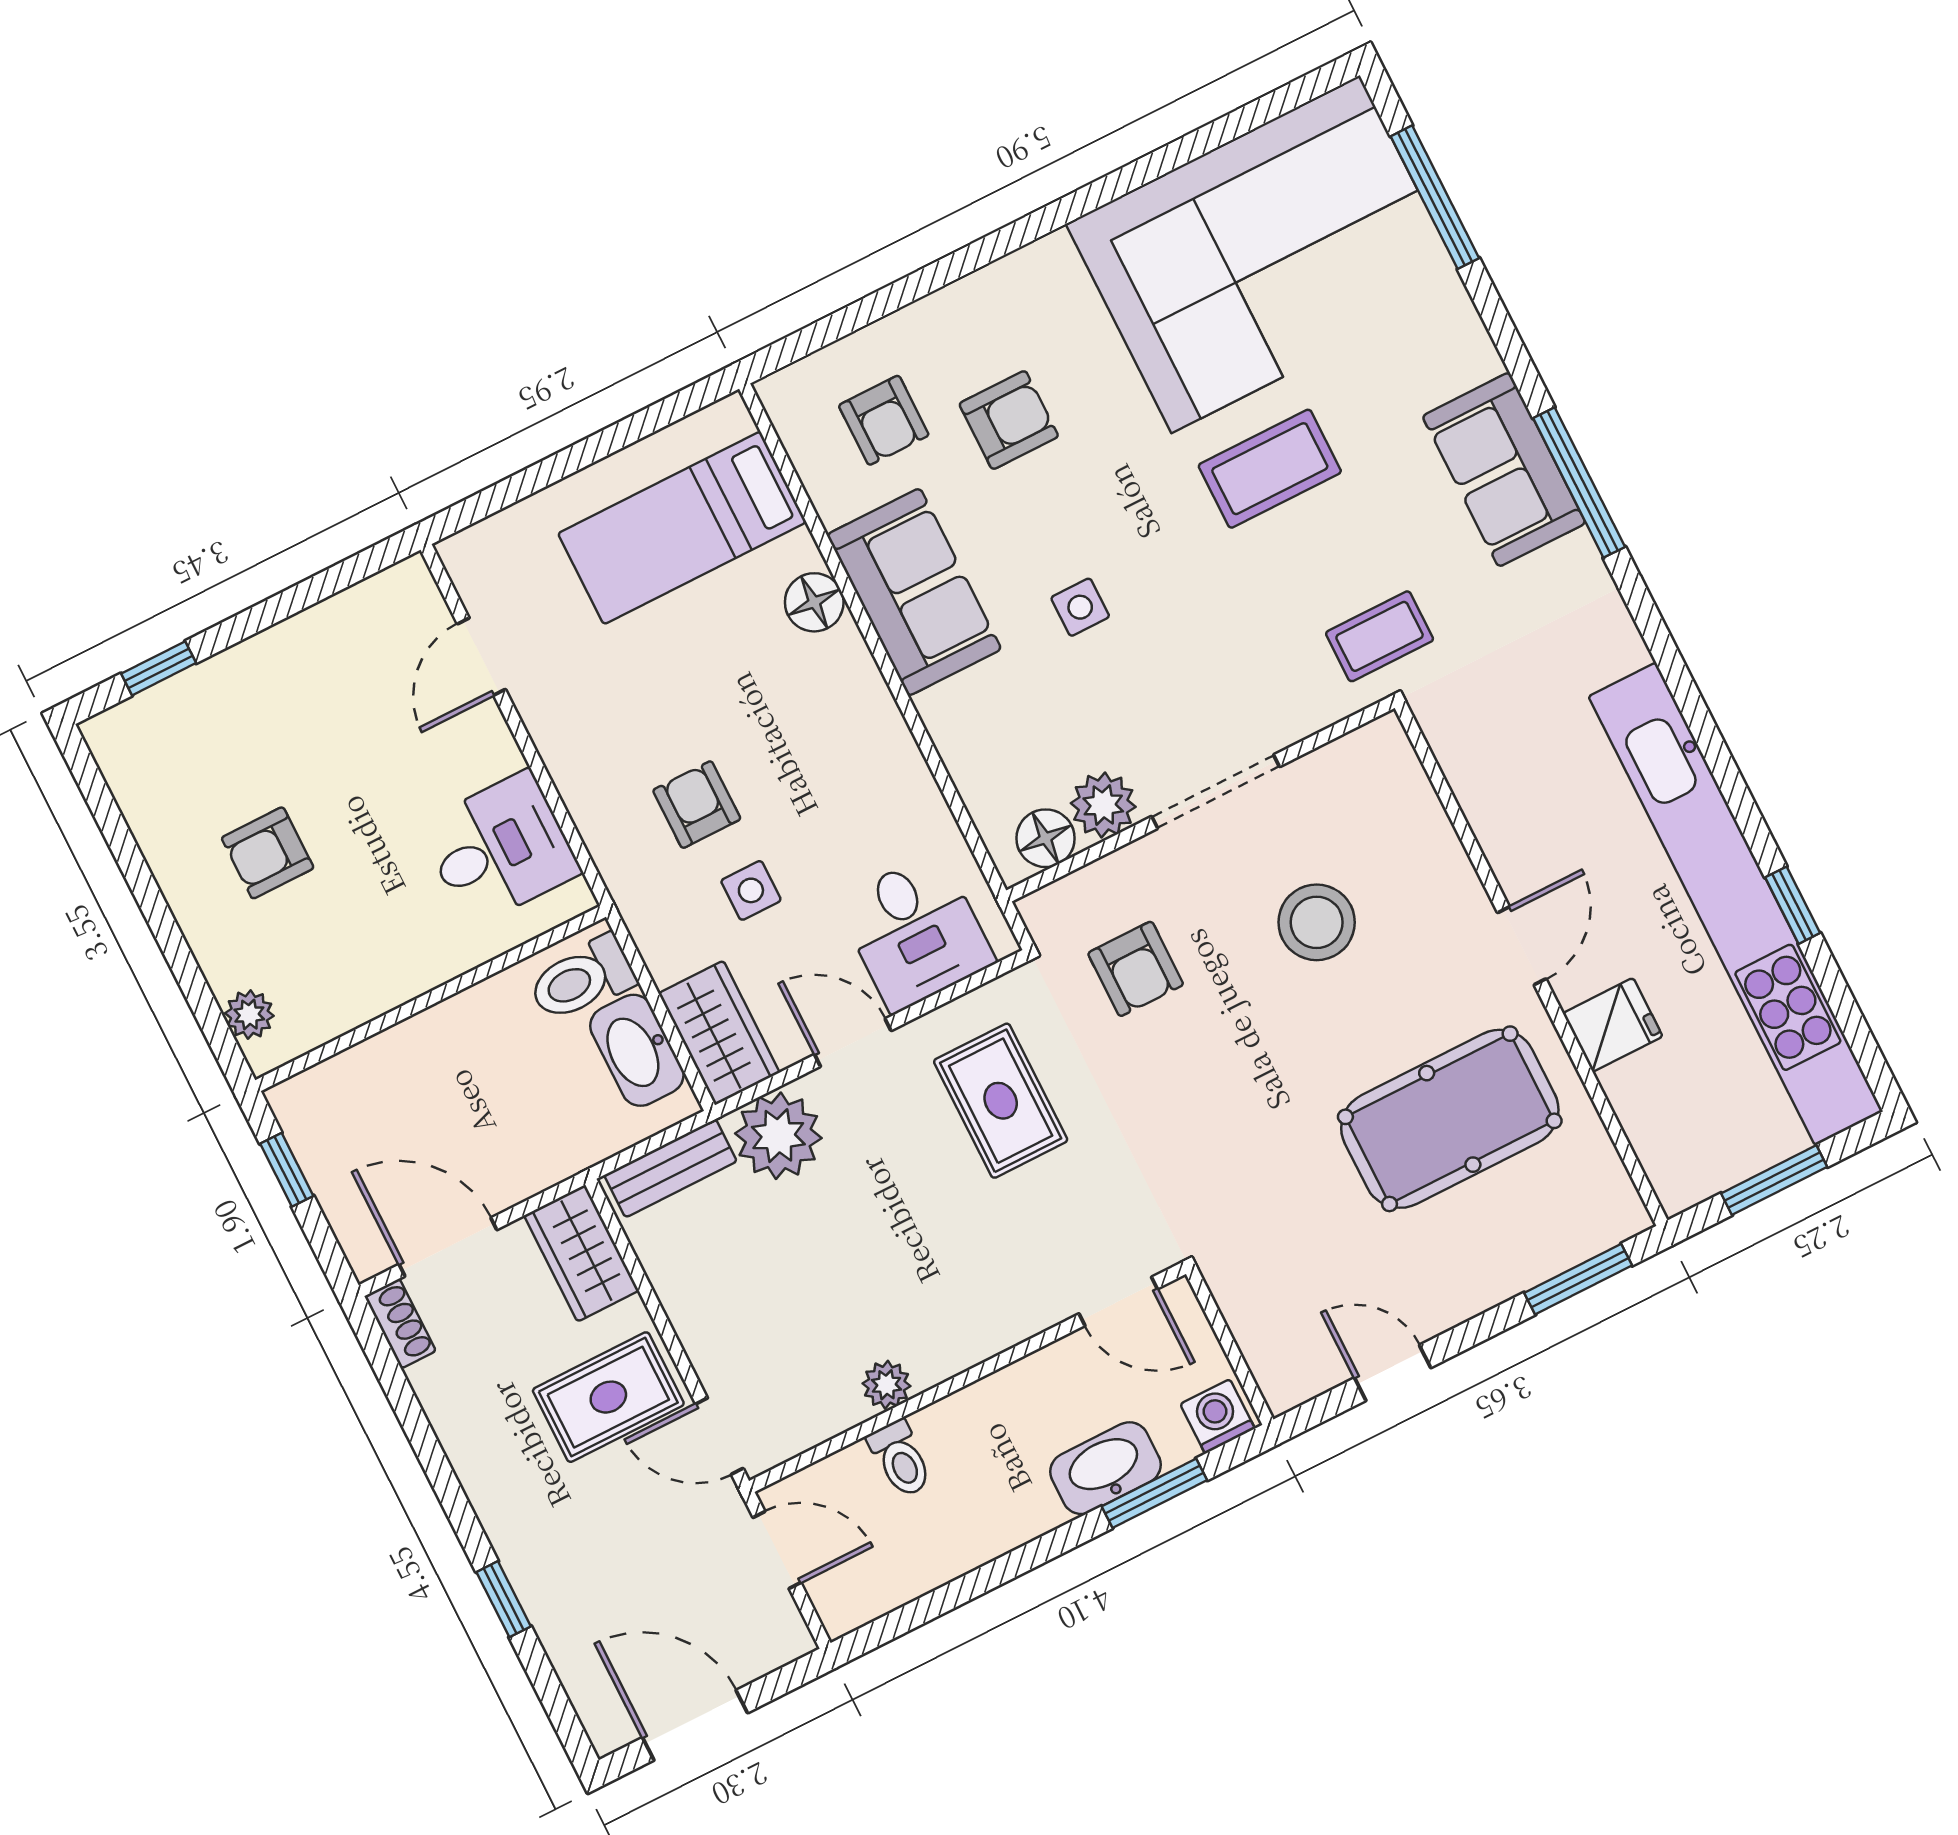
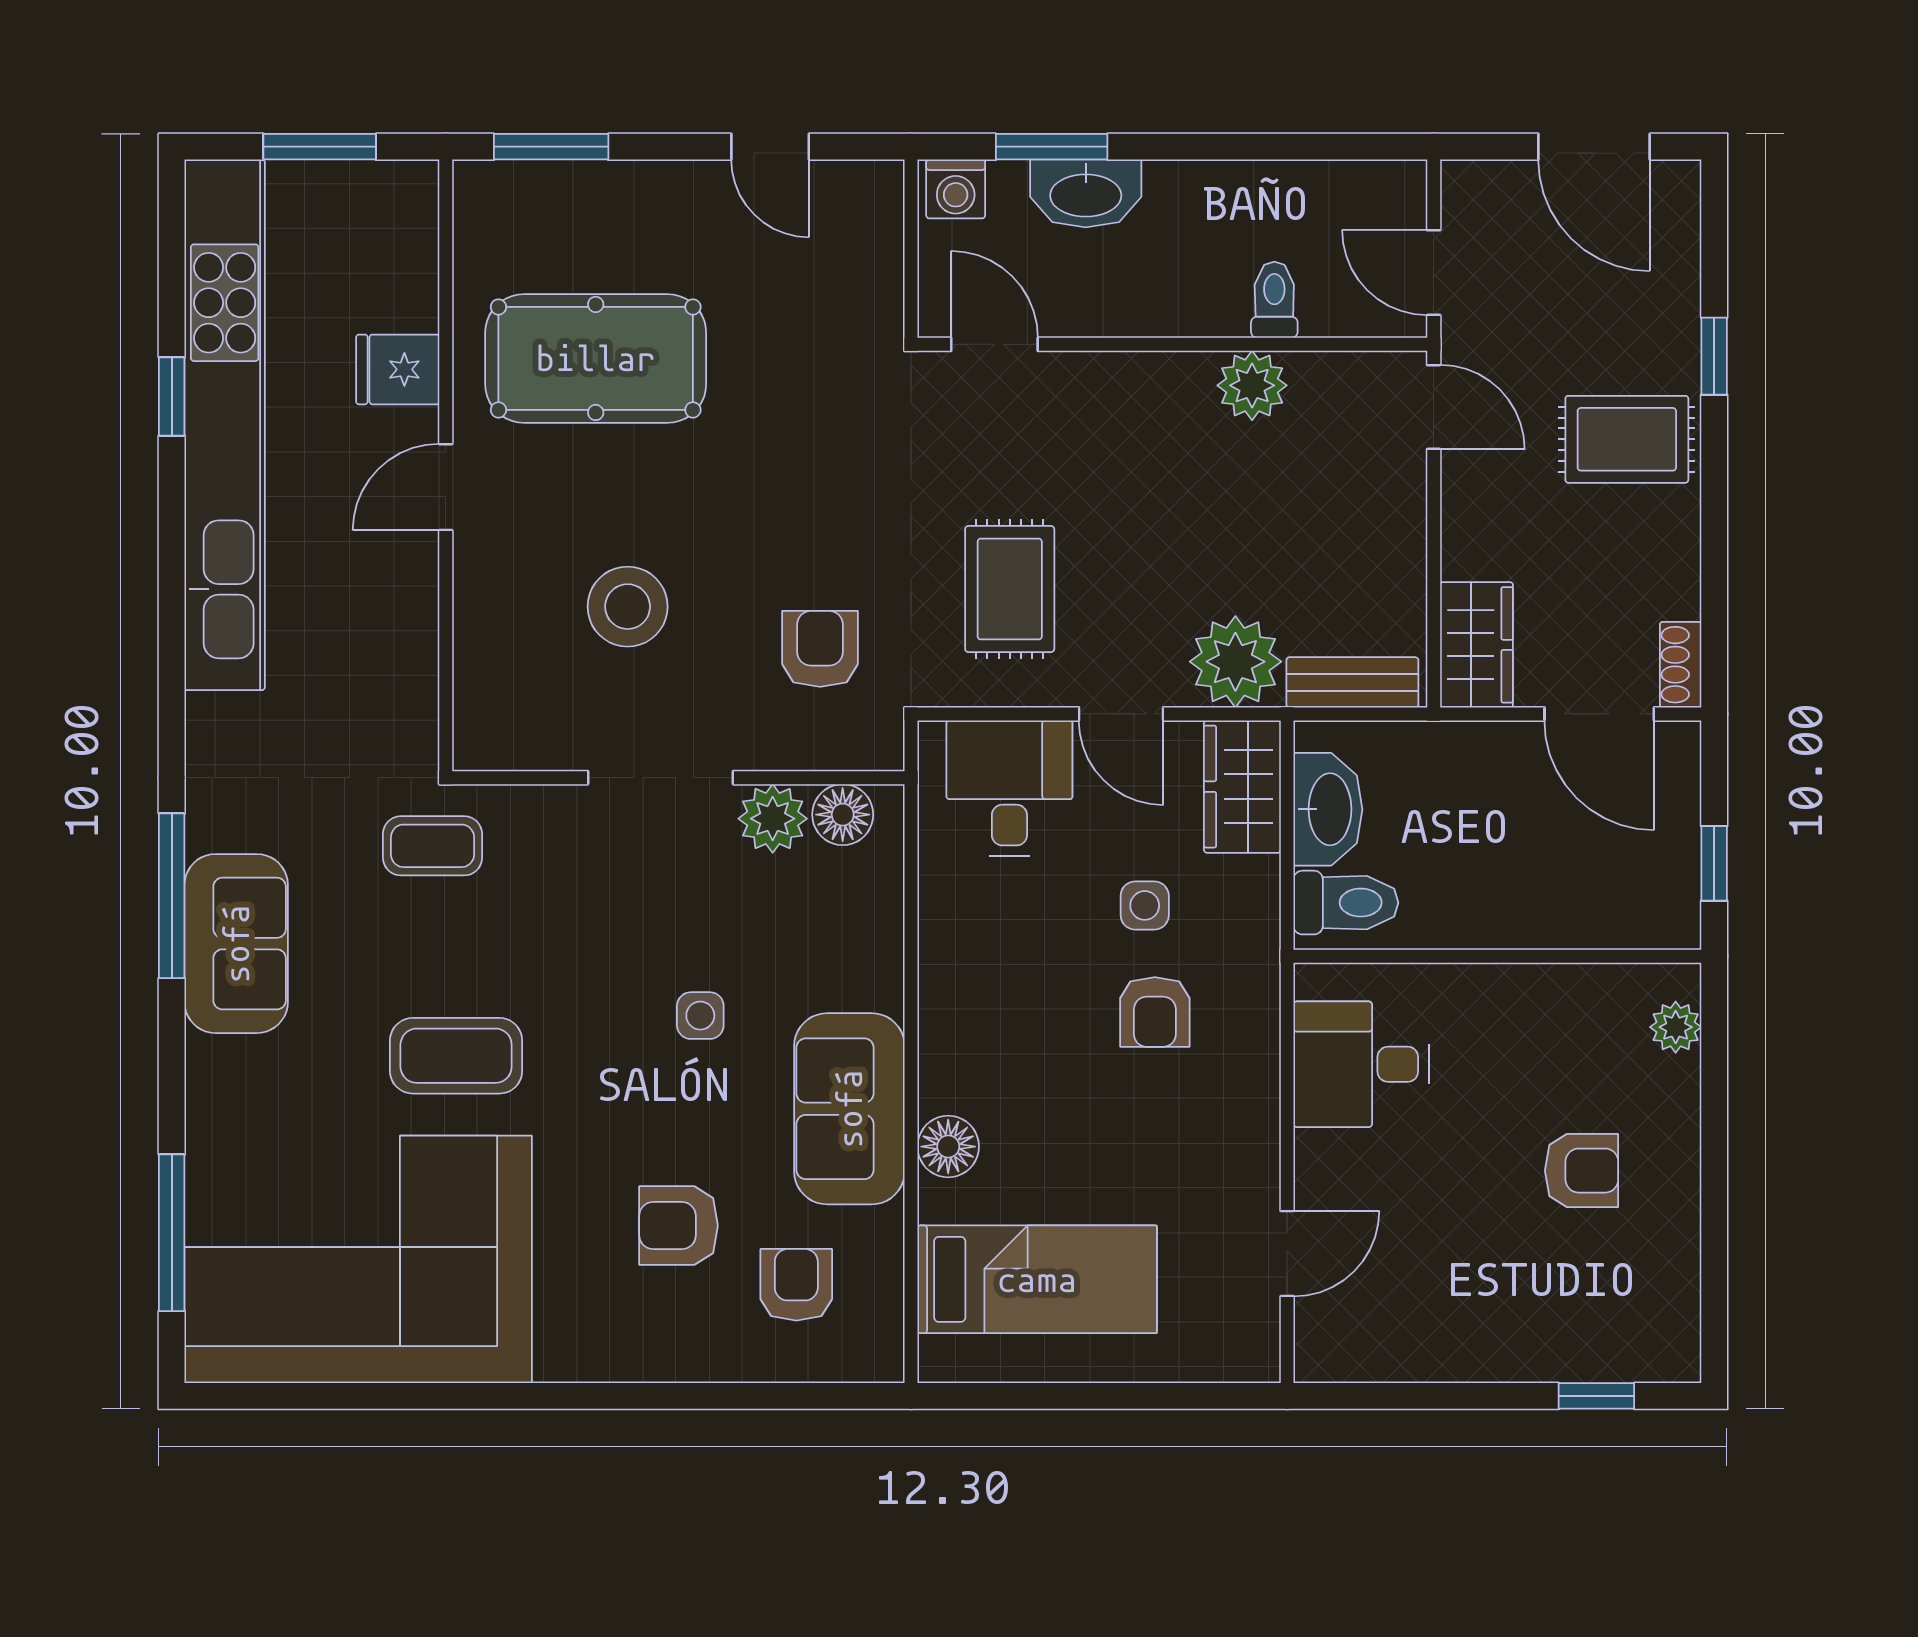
plant: (886, 1385) -> (1252, 385), width x1.38, depth x1.38
rug: (608, 1397) -> (1627, 439), moved

